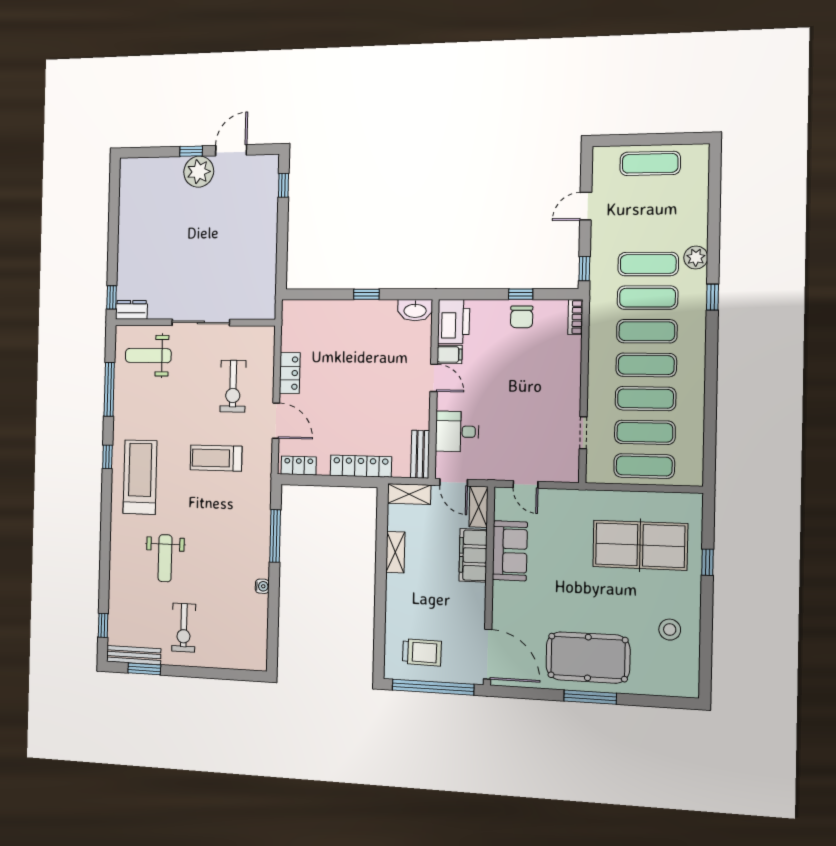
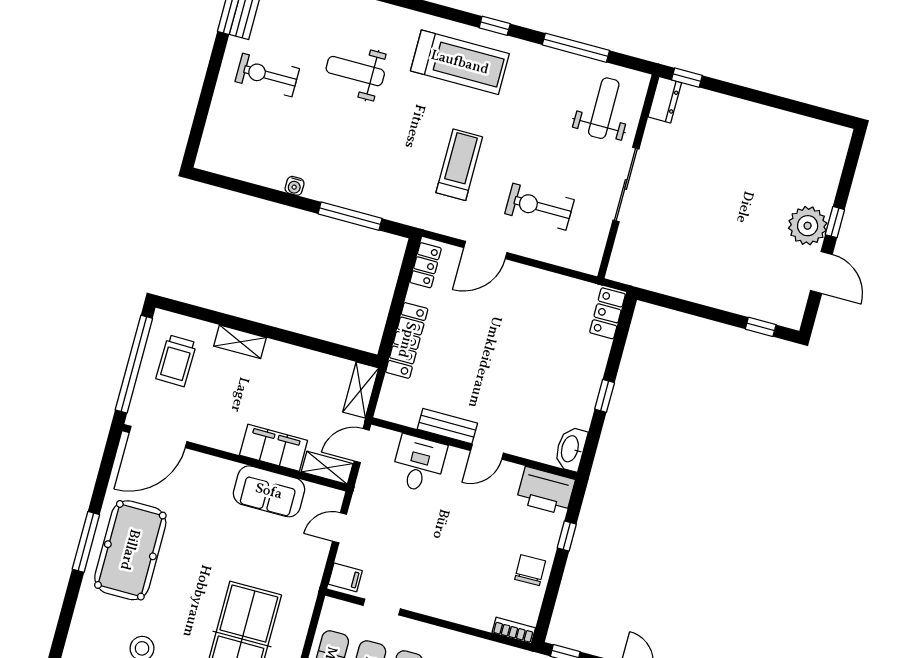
window: (521, 294) -> (567, 536), moved
chair: (522, 317) -> (530, 570), turned 89
filing cabinet: (450, 354) -> (345, 577), moved, turned -90
locker: (290, 373) -> (607, 313), moved, turned 90
bench: (420, 454) -> (447, 426), moved
shelving: (395, 552) -> (240, 342), moved

